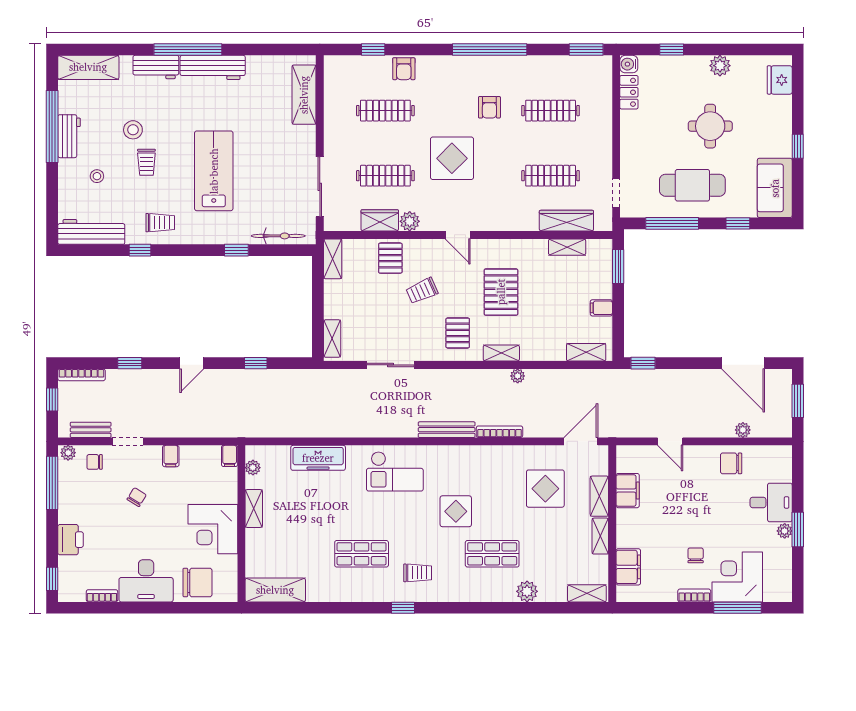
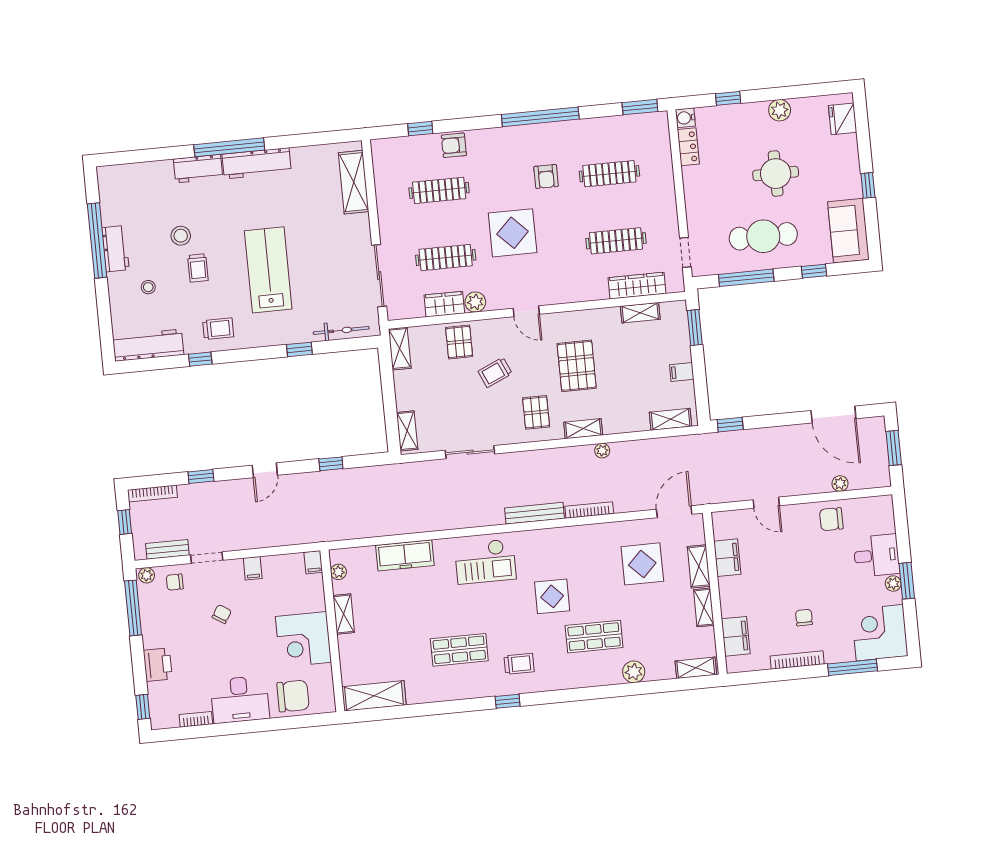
shelving: (88, 67) -> (128, 176), removed
armchair: (404, 69) -> (454, 145), turned 90
corner desk: (737, 577) -> (880, 633), moved
bookcase: (694, 595) -> (797, 660), width x1.56

